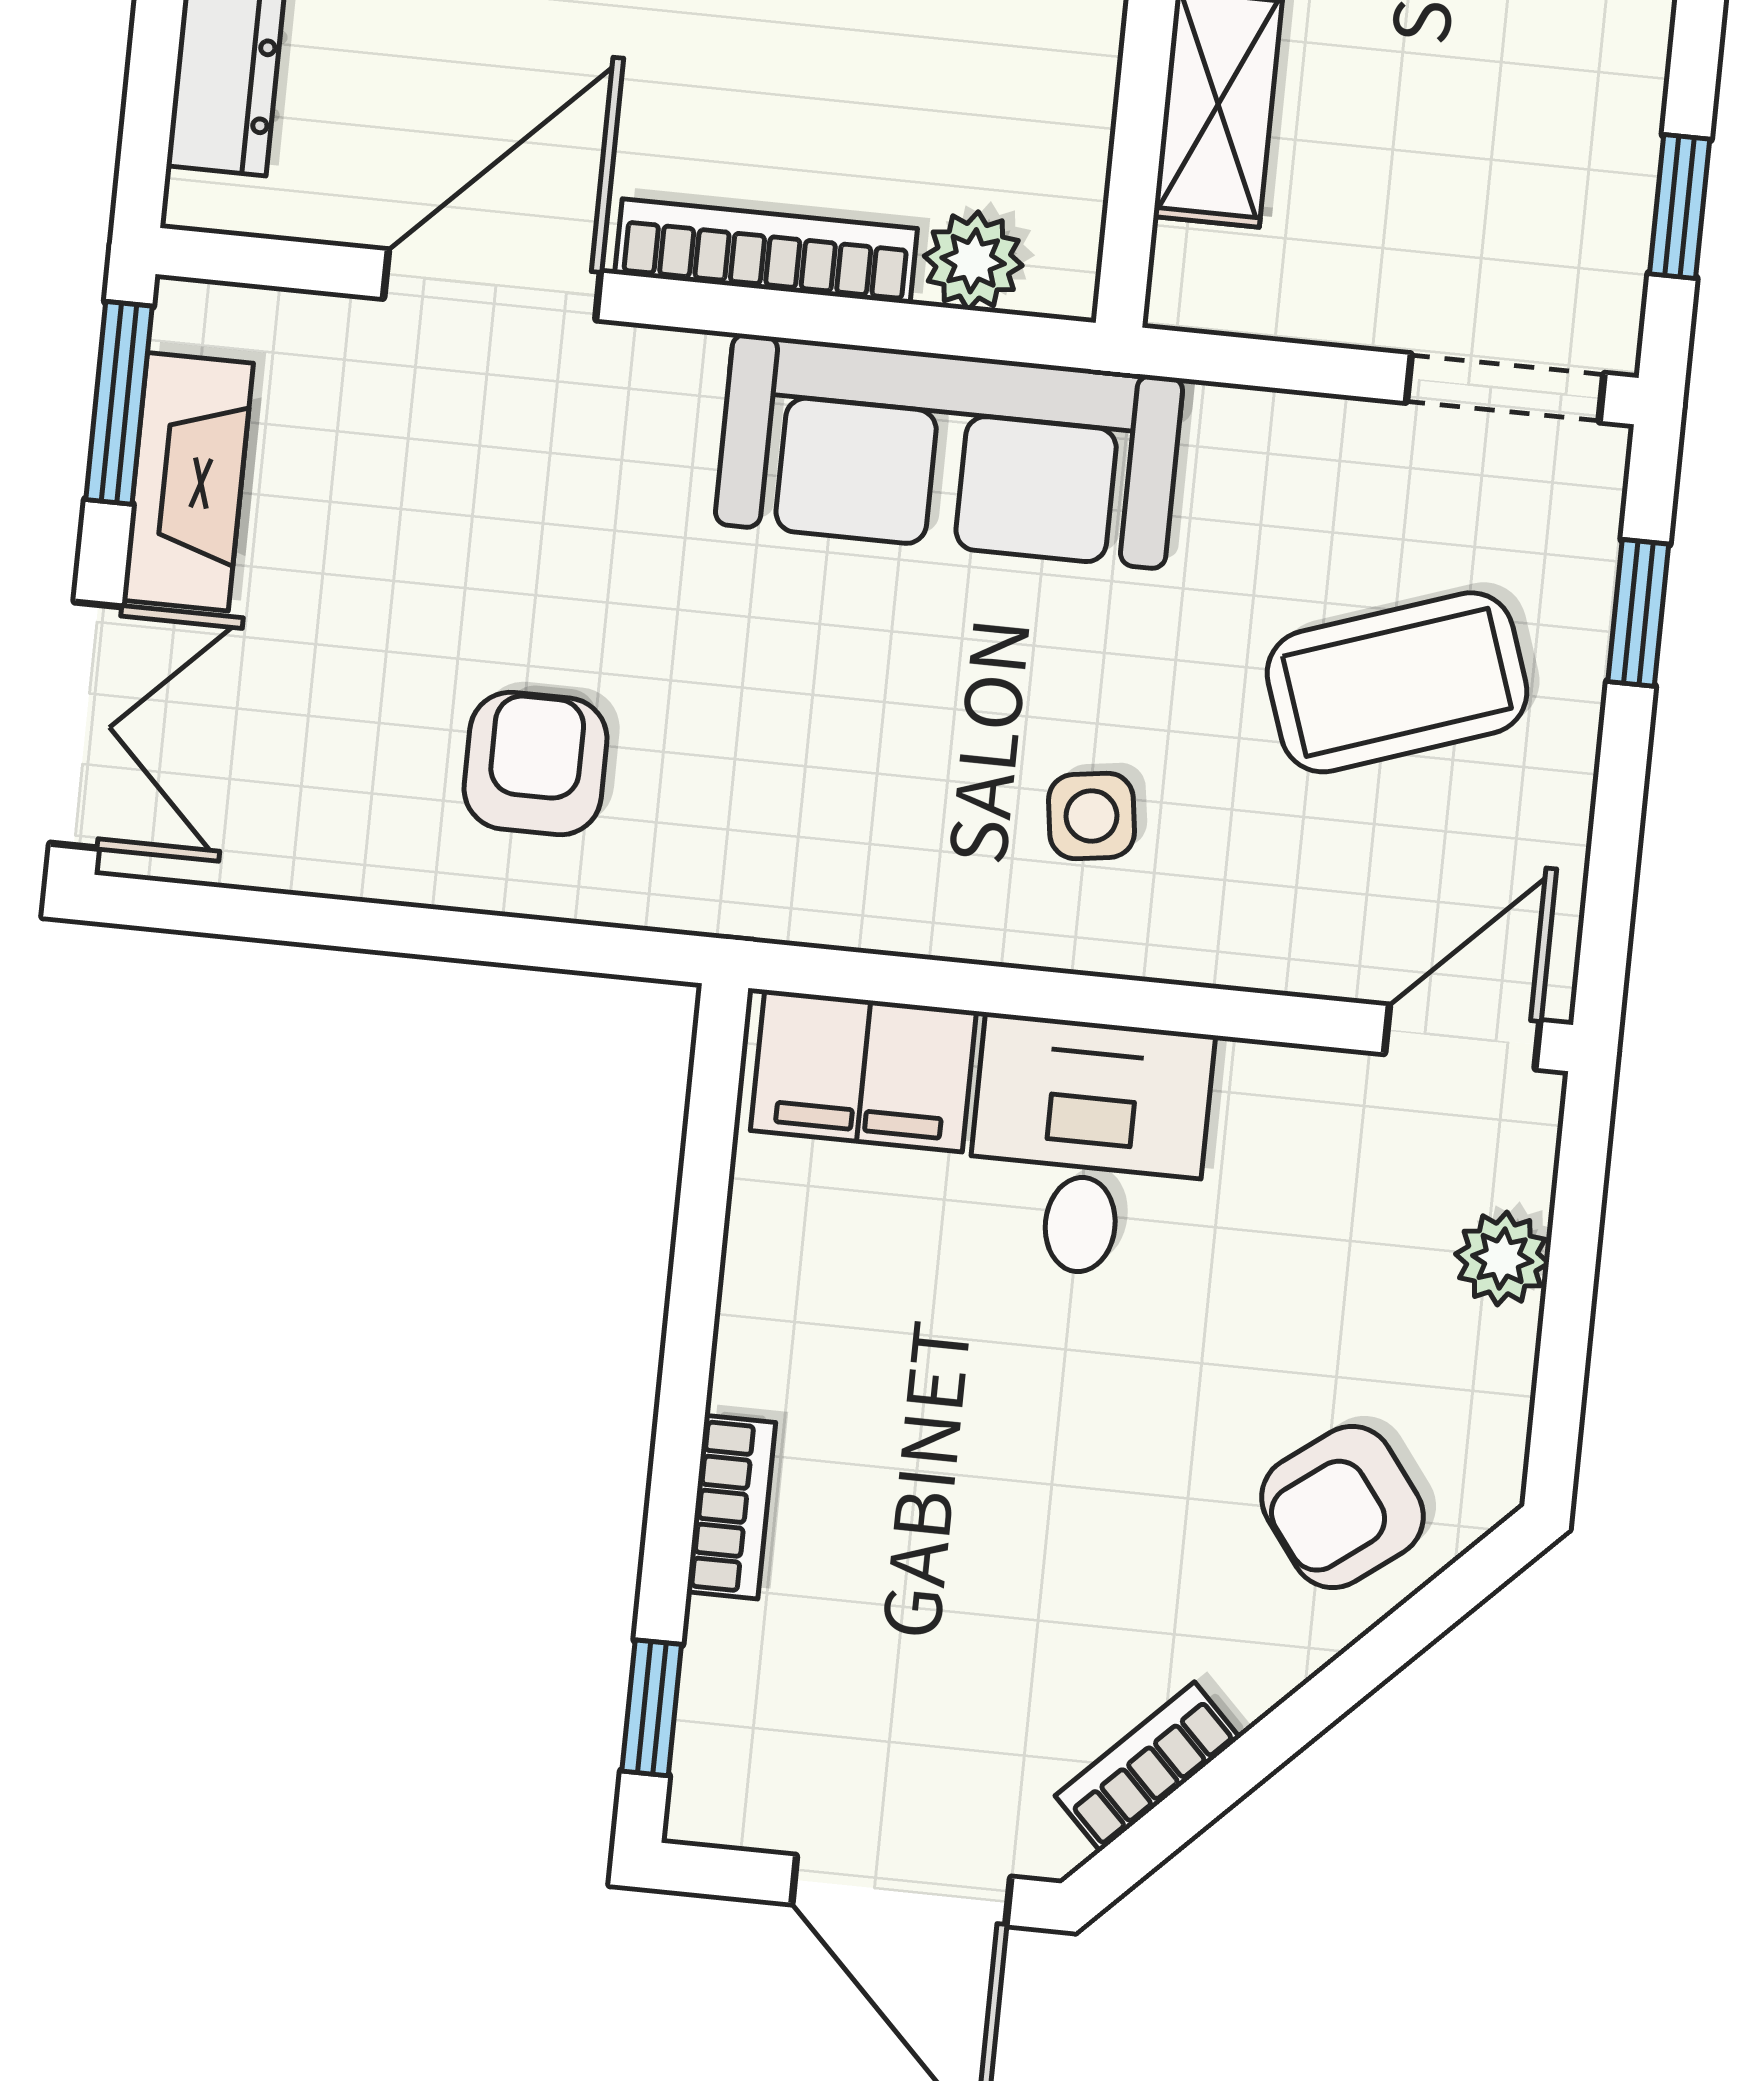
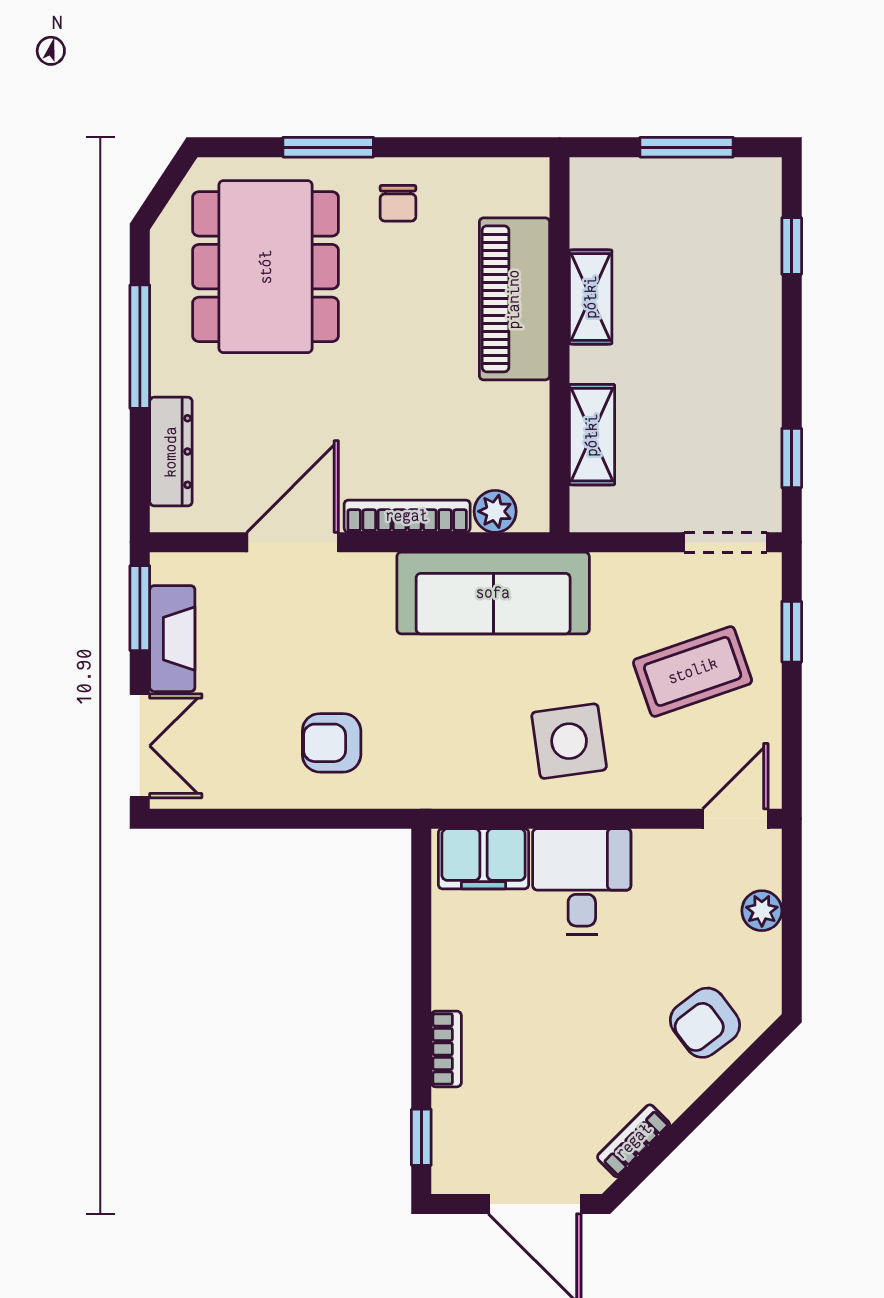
armchair: (536, 764) -> (332, 743), turned -90
side table: (1091, 816) -> (569, 741), width x1.87, depth x1.87

